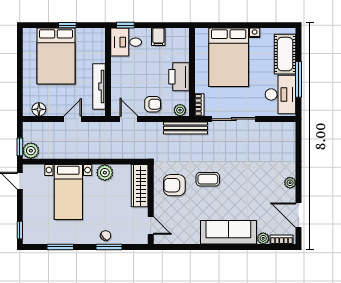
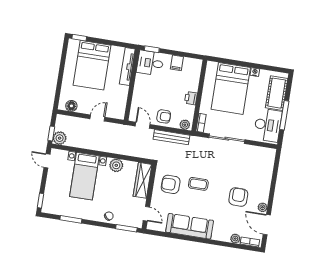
window: (67, 25) -> (79, 38), moved
printer: (179, 77) -> (191, 98), width x0.53, depth x0.68
tv unit: (99, 87) -> (127, 67), moved
bench: (186, 128) -> (171, 137), moved
plant: (290, 183) -> (262, 207), moved
armchair: (259, 187) -> (238, 197), added
sofa: (228, 232) -> (190, 226), moved
window: (109, 247) -> (126, 228), moved

